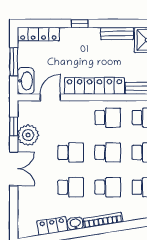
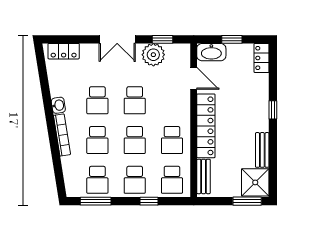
locker: (38, 34) -> (262, 58), width x0.66
window: (14, 62) -> (232, 39), width x0.67
locker: (52, 226) -> (64, 51), moved, turned 99

